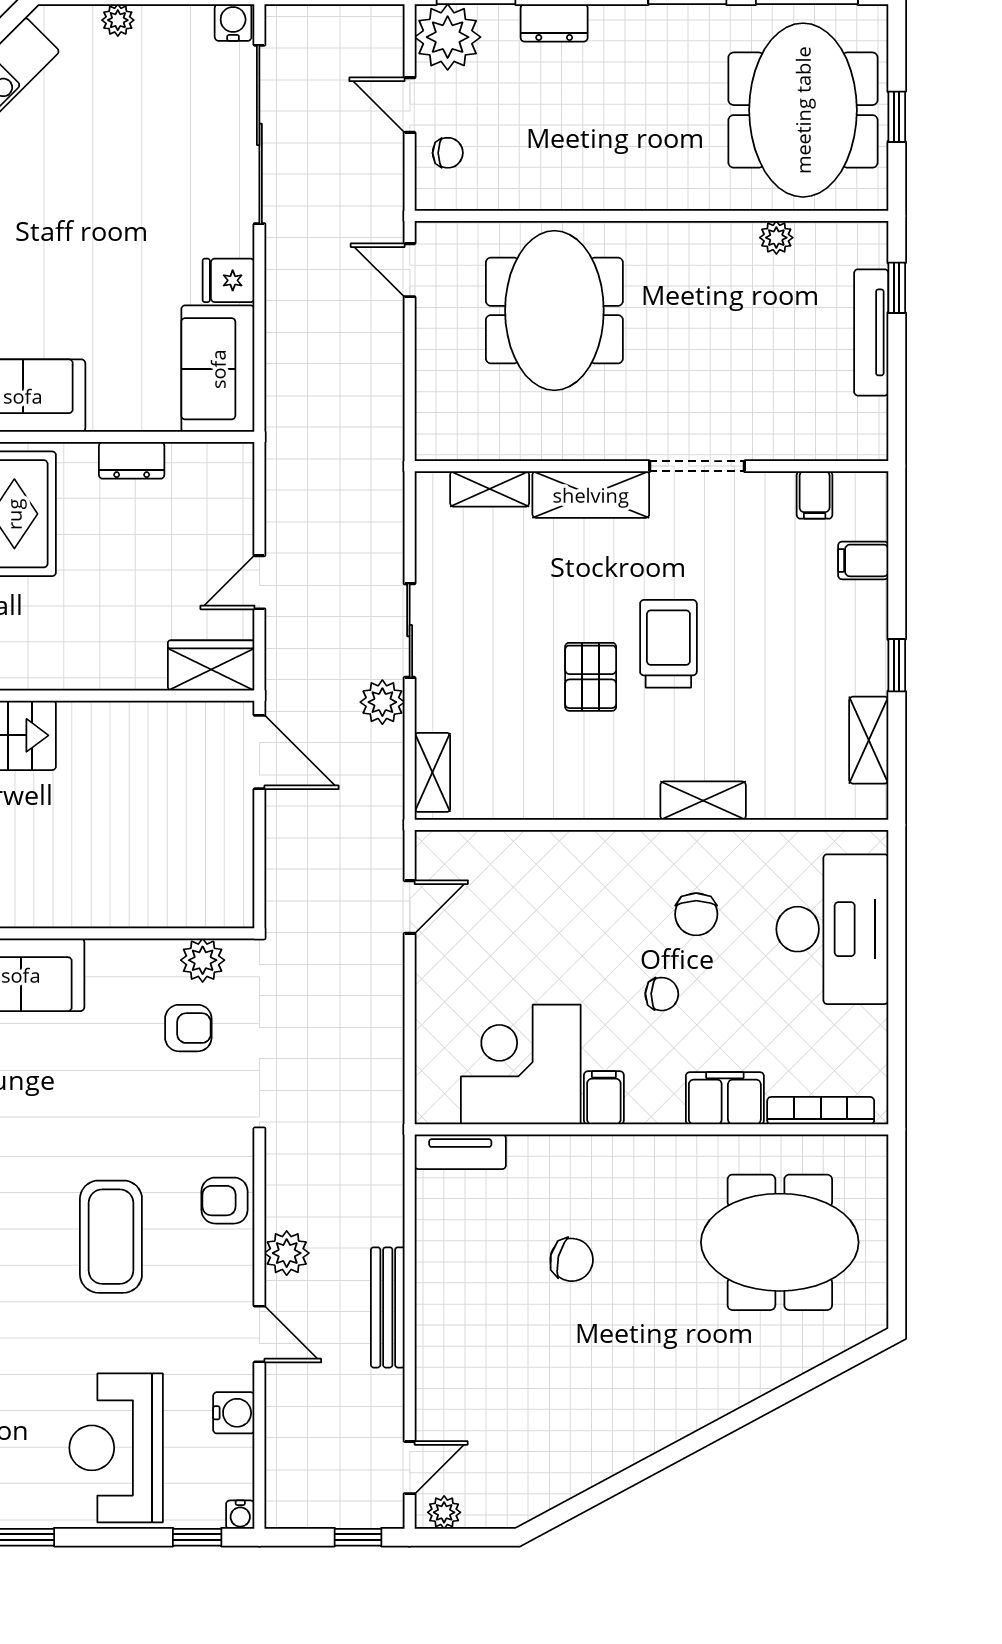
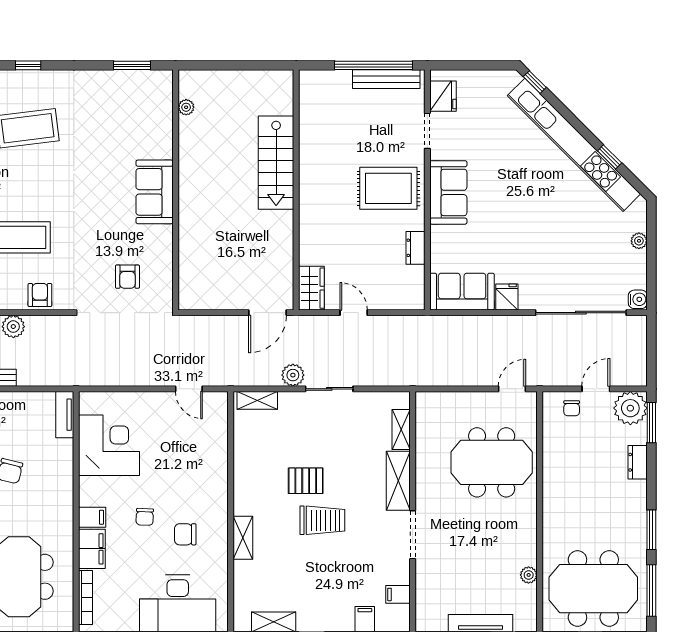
plant: (203, 960) -> (162, 284), removed
filing cabinet: (604, 1098) -> (92, 517), moved

